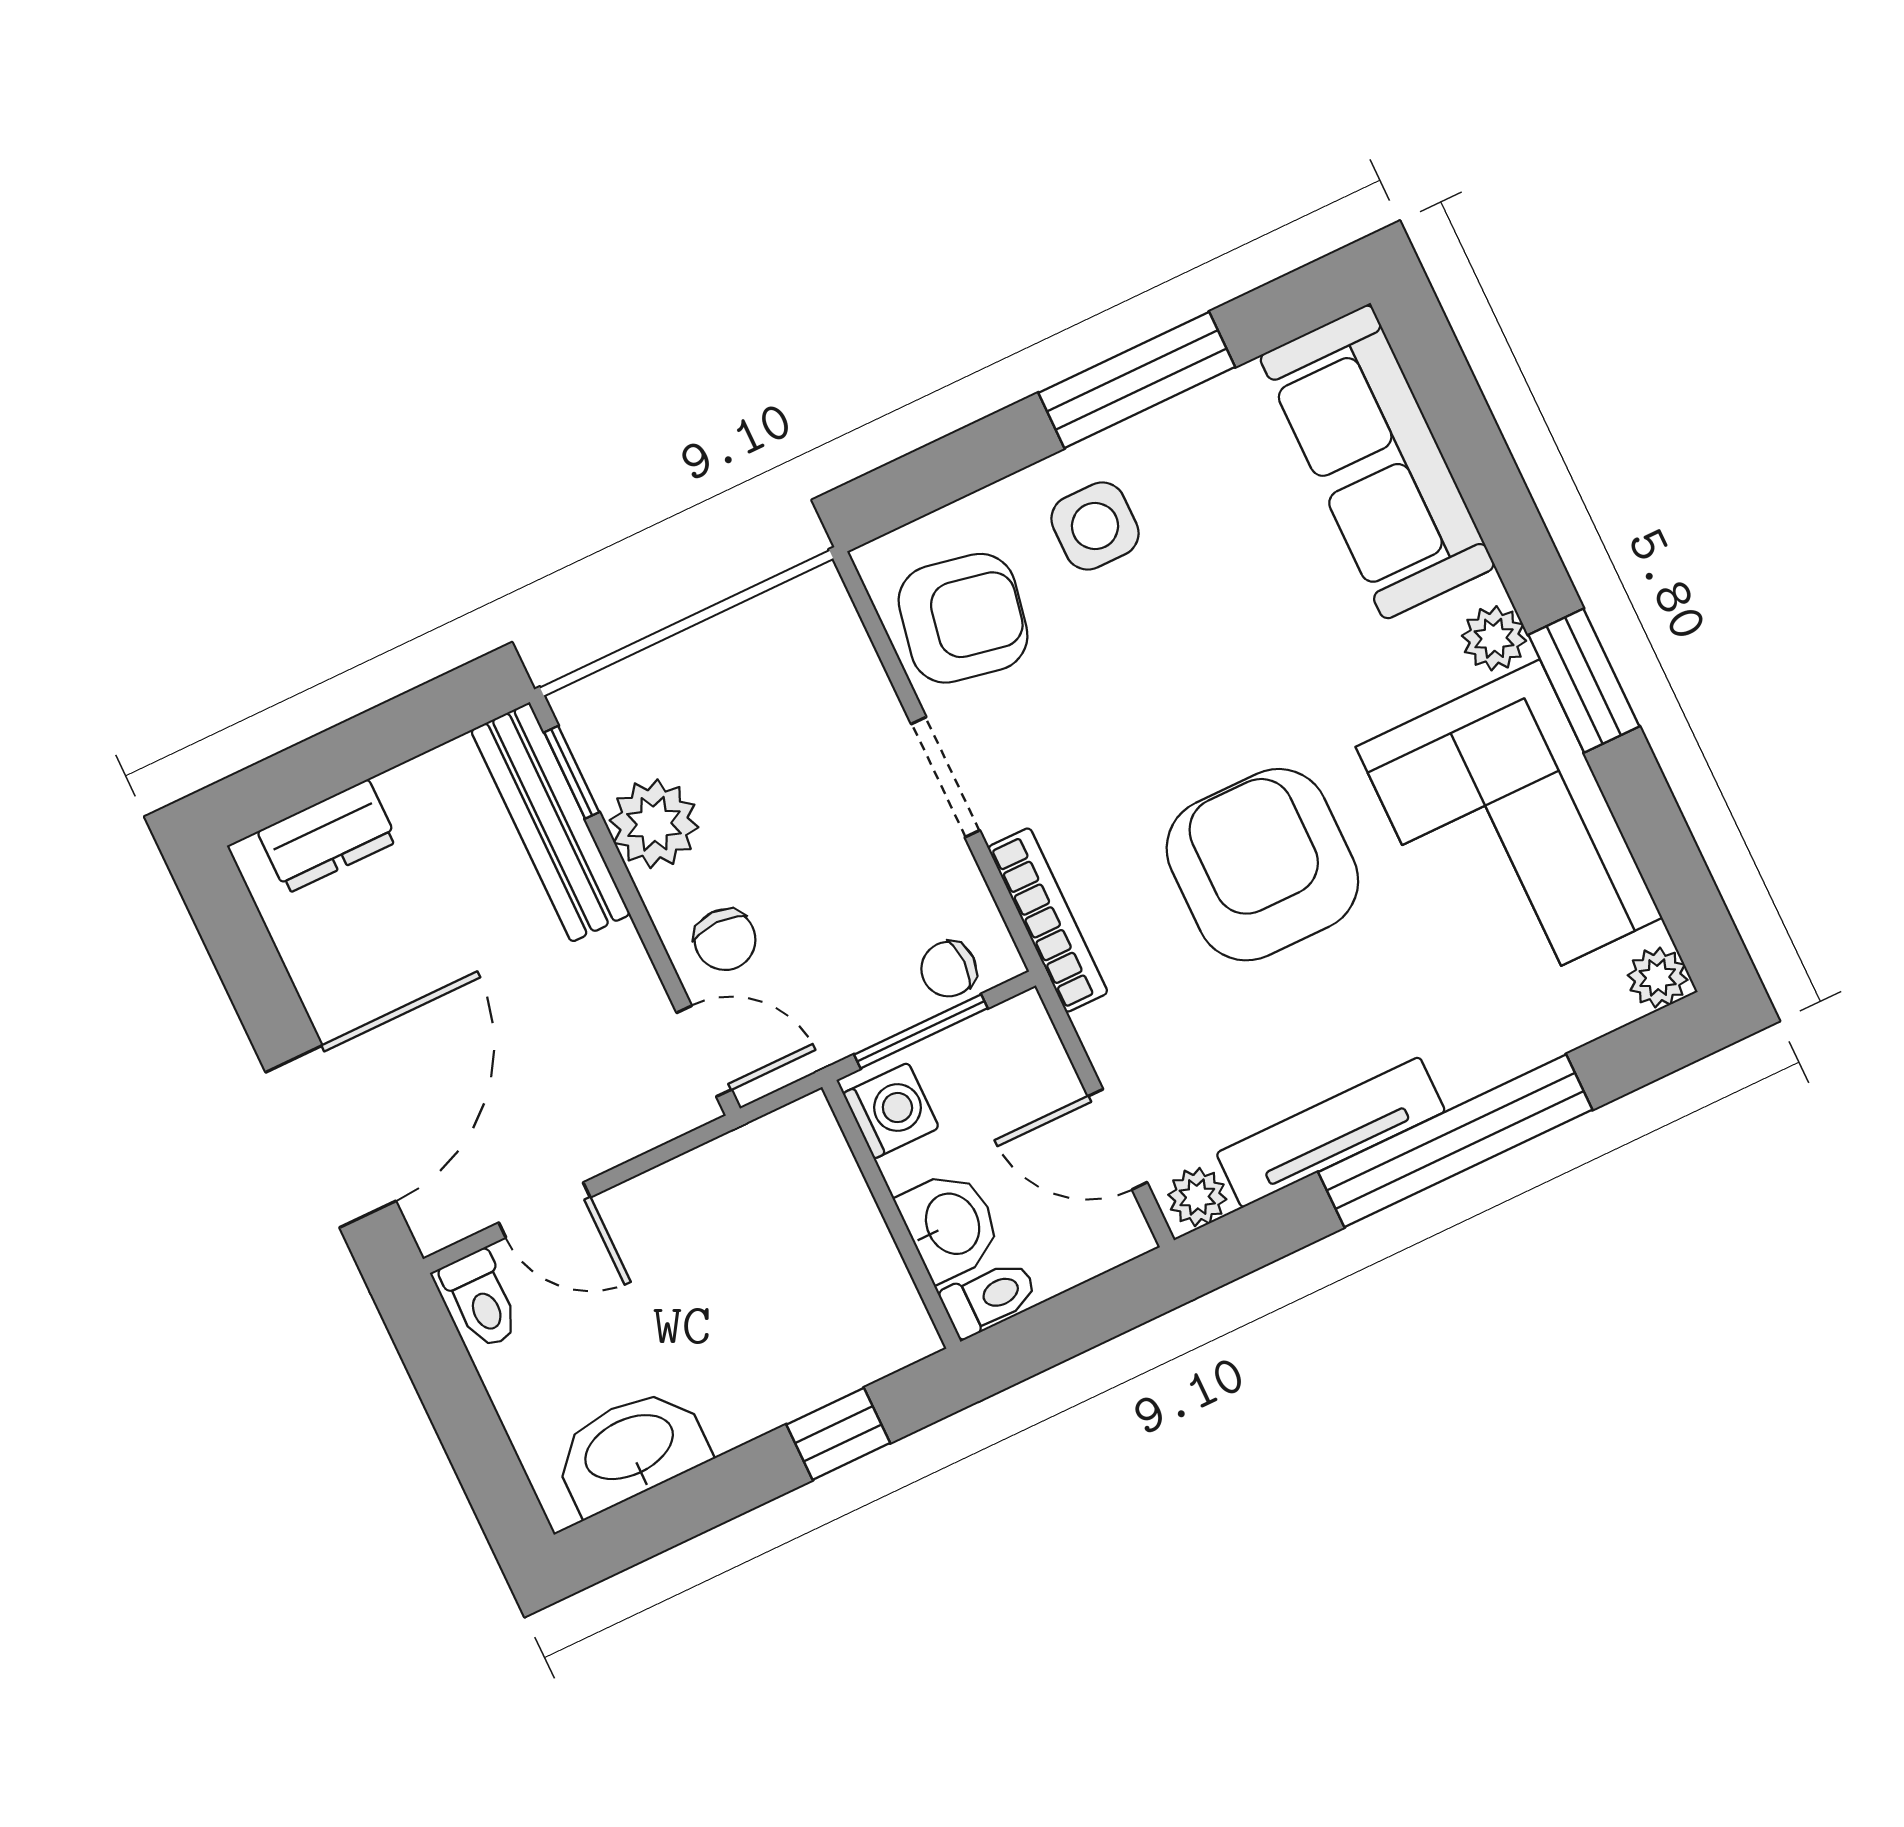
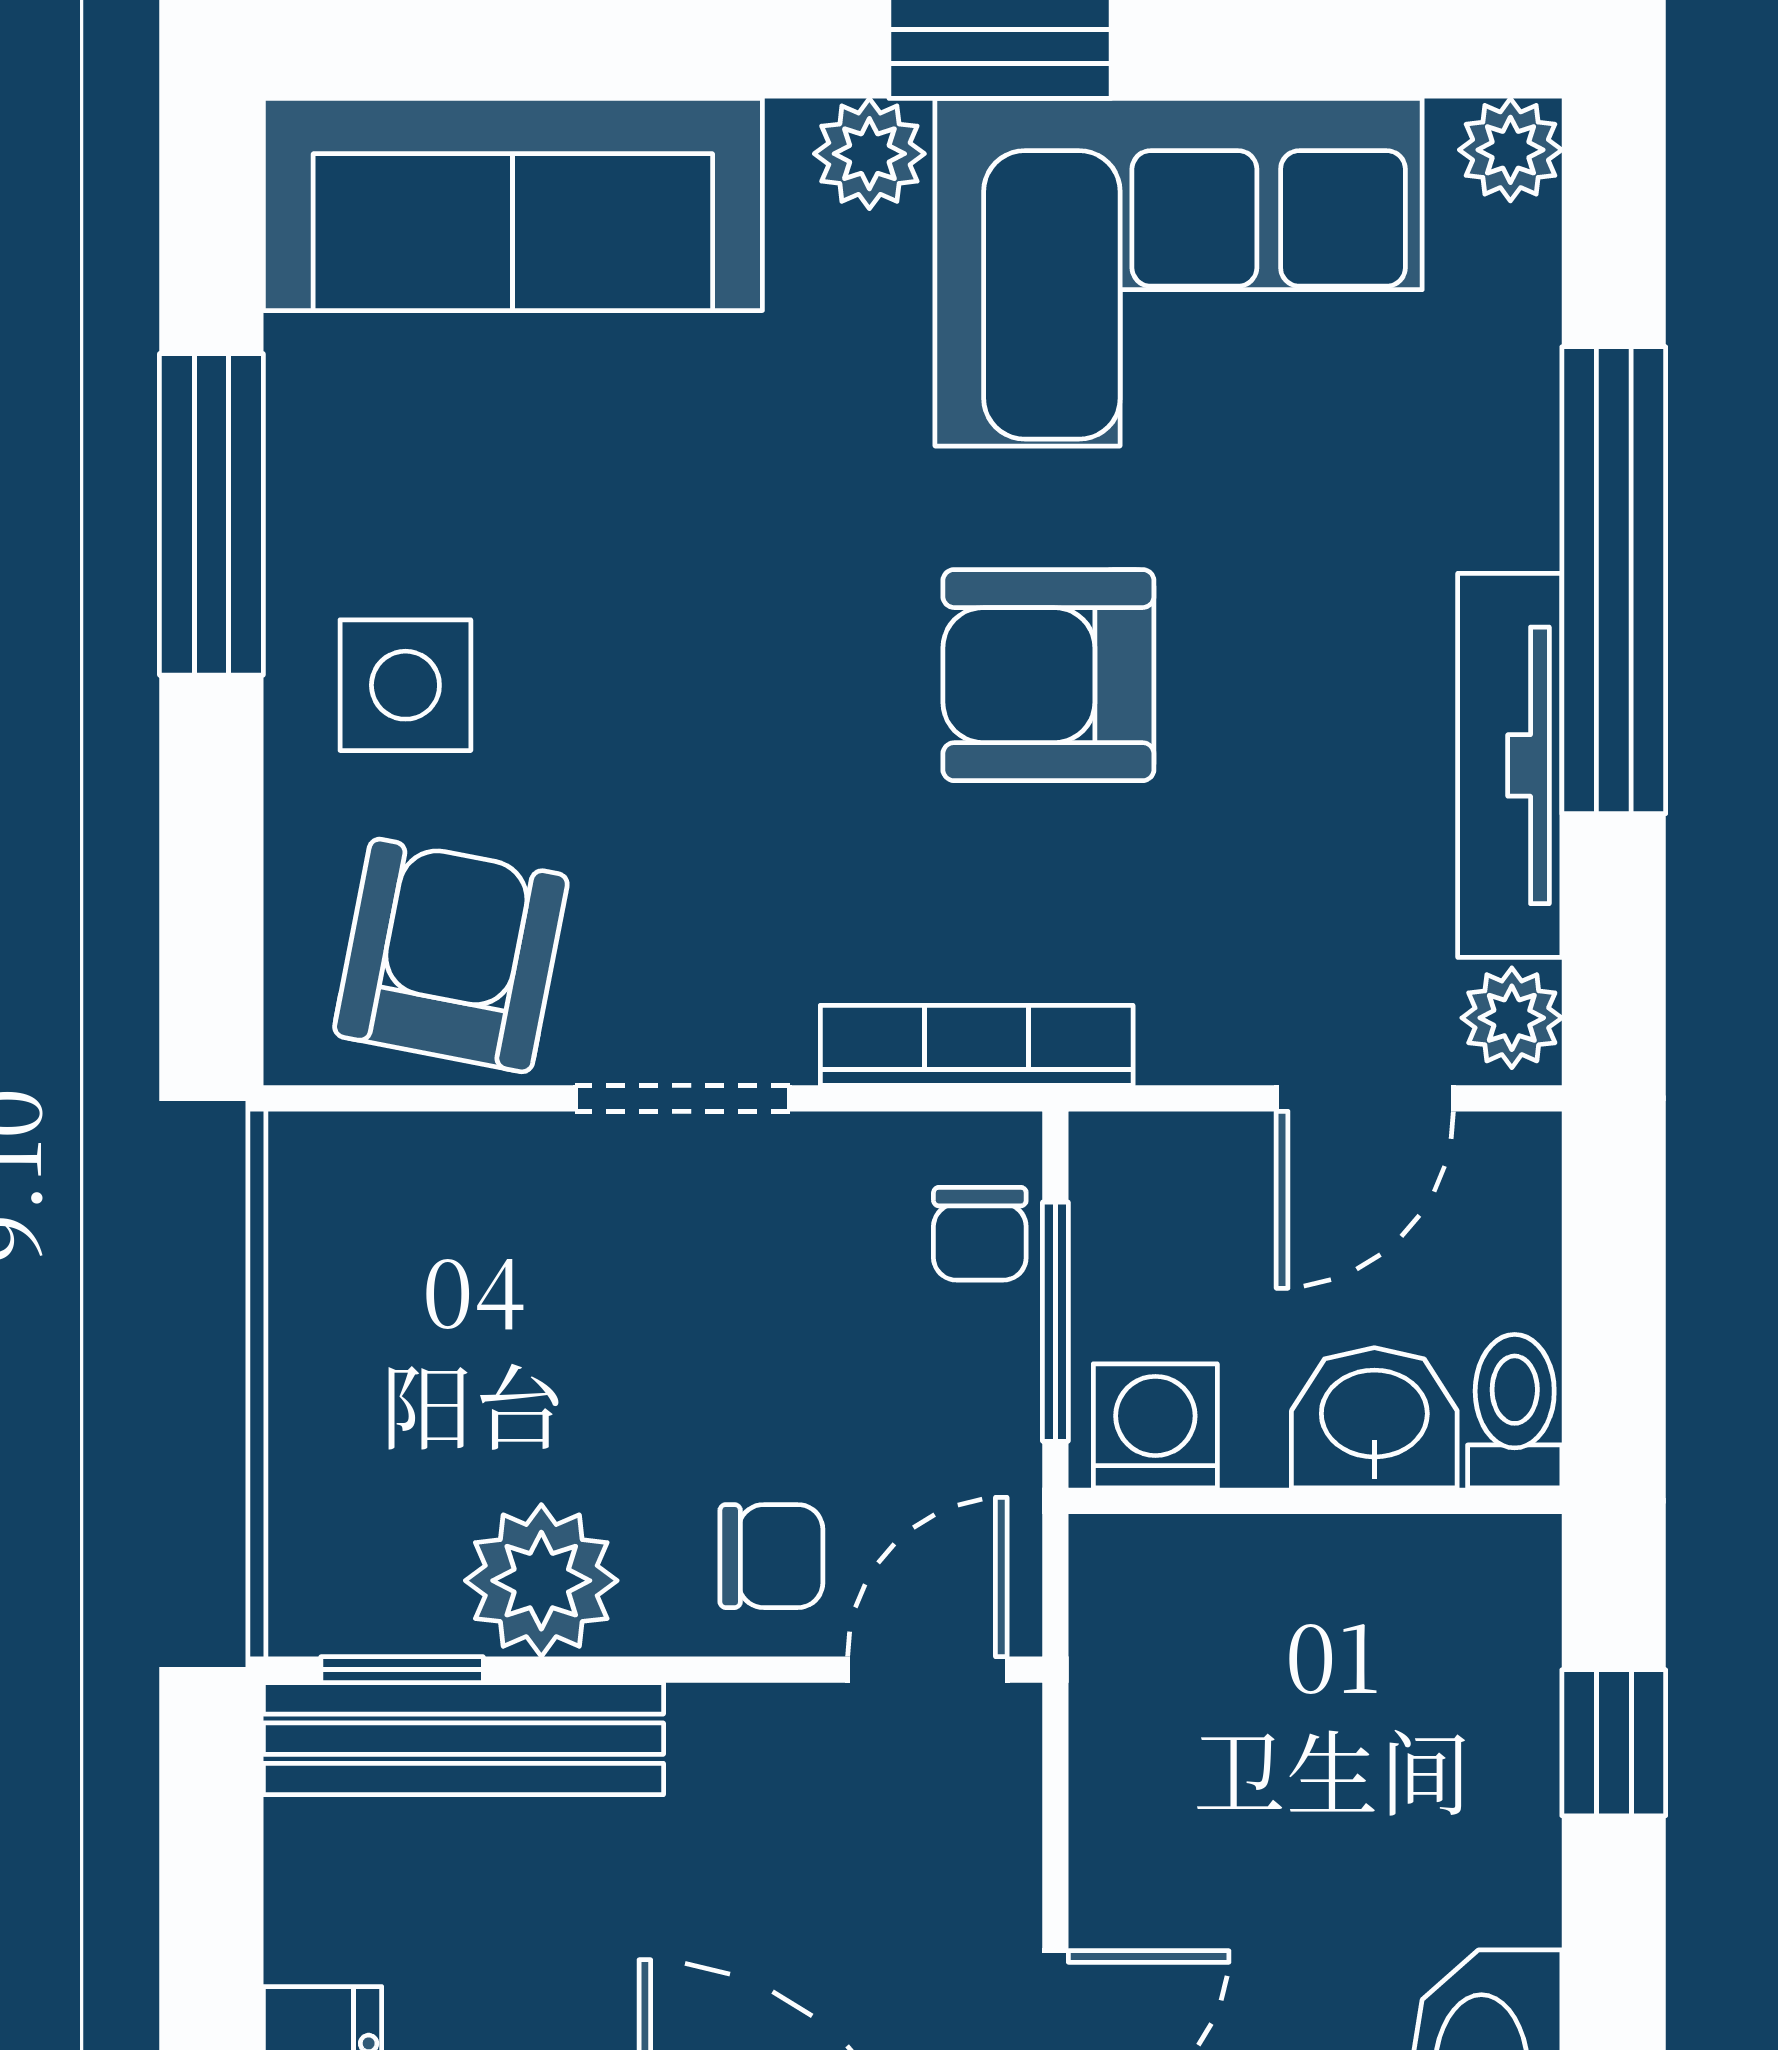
armchair: (1262, 865) -> (1048, 675), width x0.73, depth x0.73

